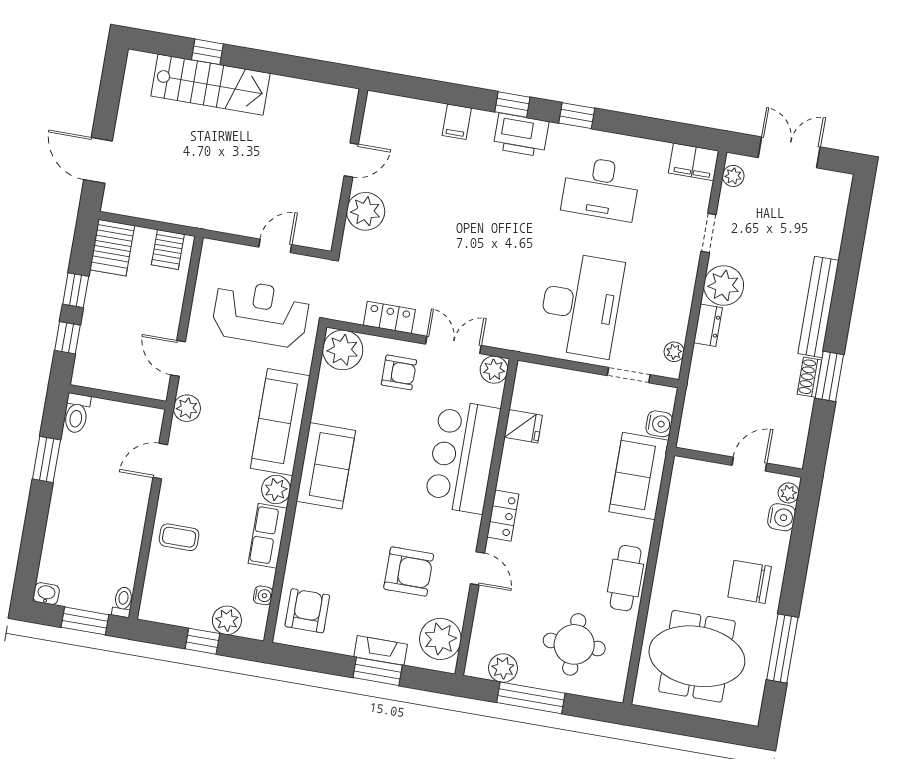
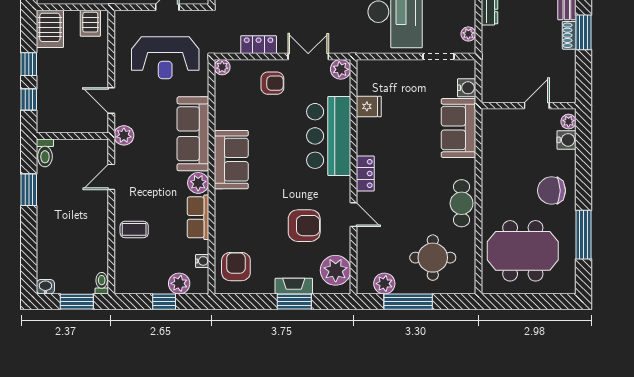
reception desk: (261, 313) -> (165, 58), turned 180
plant: (343, 350) -> (222, 67), width x0.53, depth x0.53

